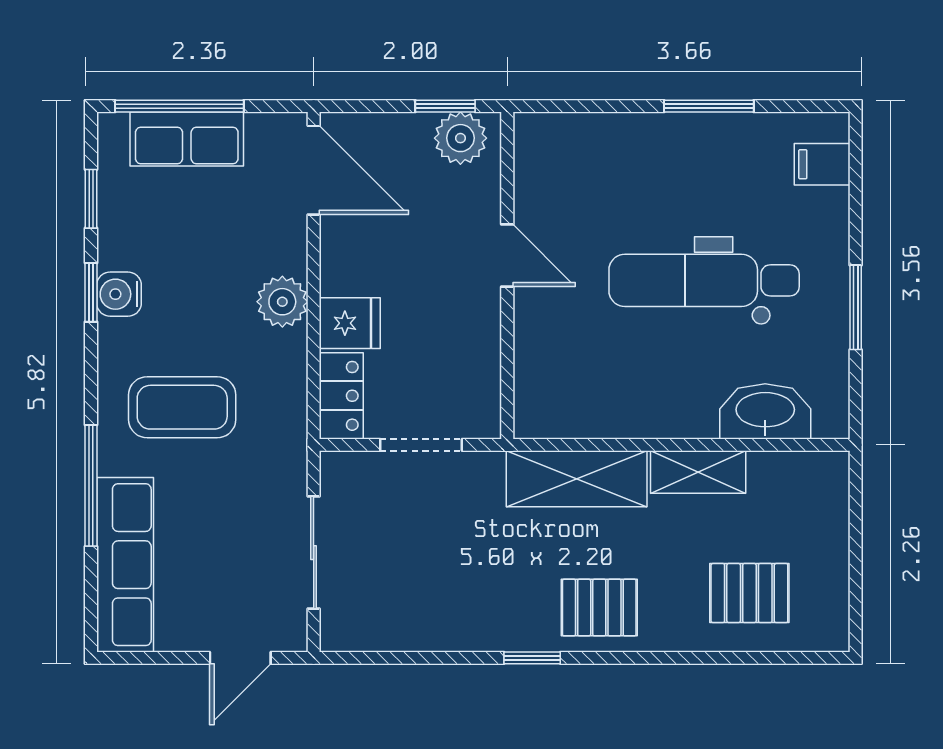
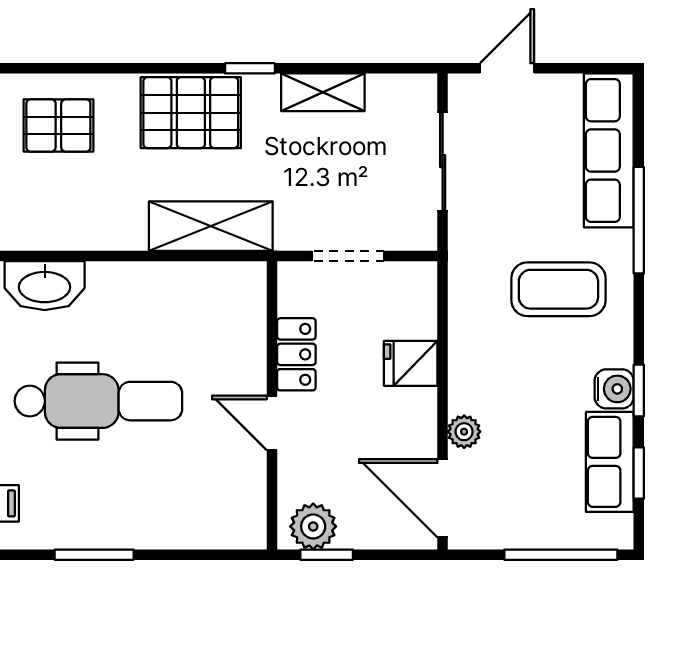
row of seats: (187, 139) -> (610, 462), moved, turned -90
plant: (282, 302) -> (464, 432), moved, width x0.73, depth x0.73
locker: (341, 396) -> (296, 354), moved, turned 180
shelving: (698, 472) -> (323, 92), moved
pallet: (599, 608) -> (191, 113), width x1.50, depth x1.42

